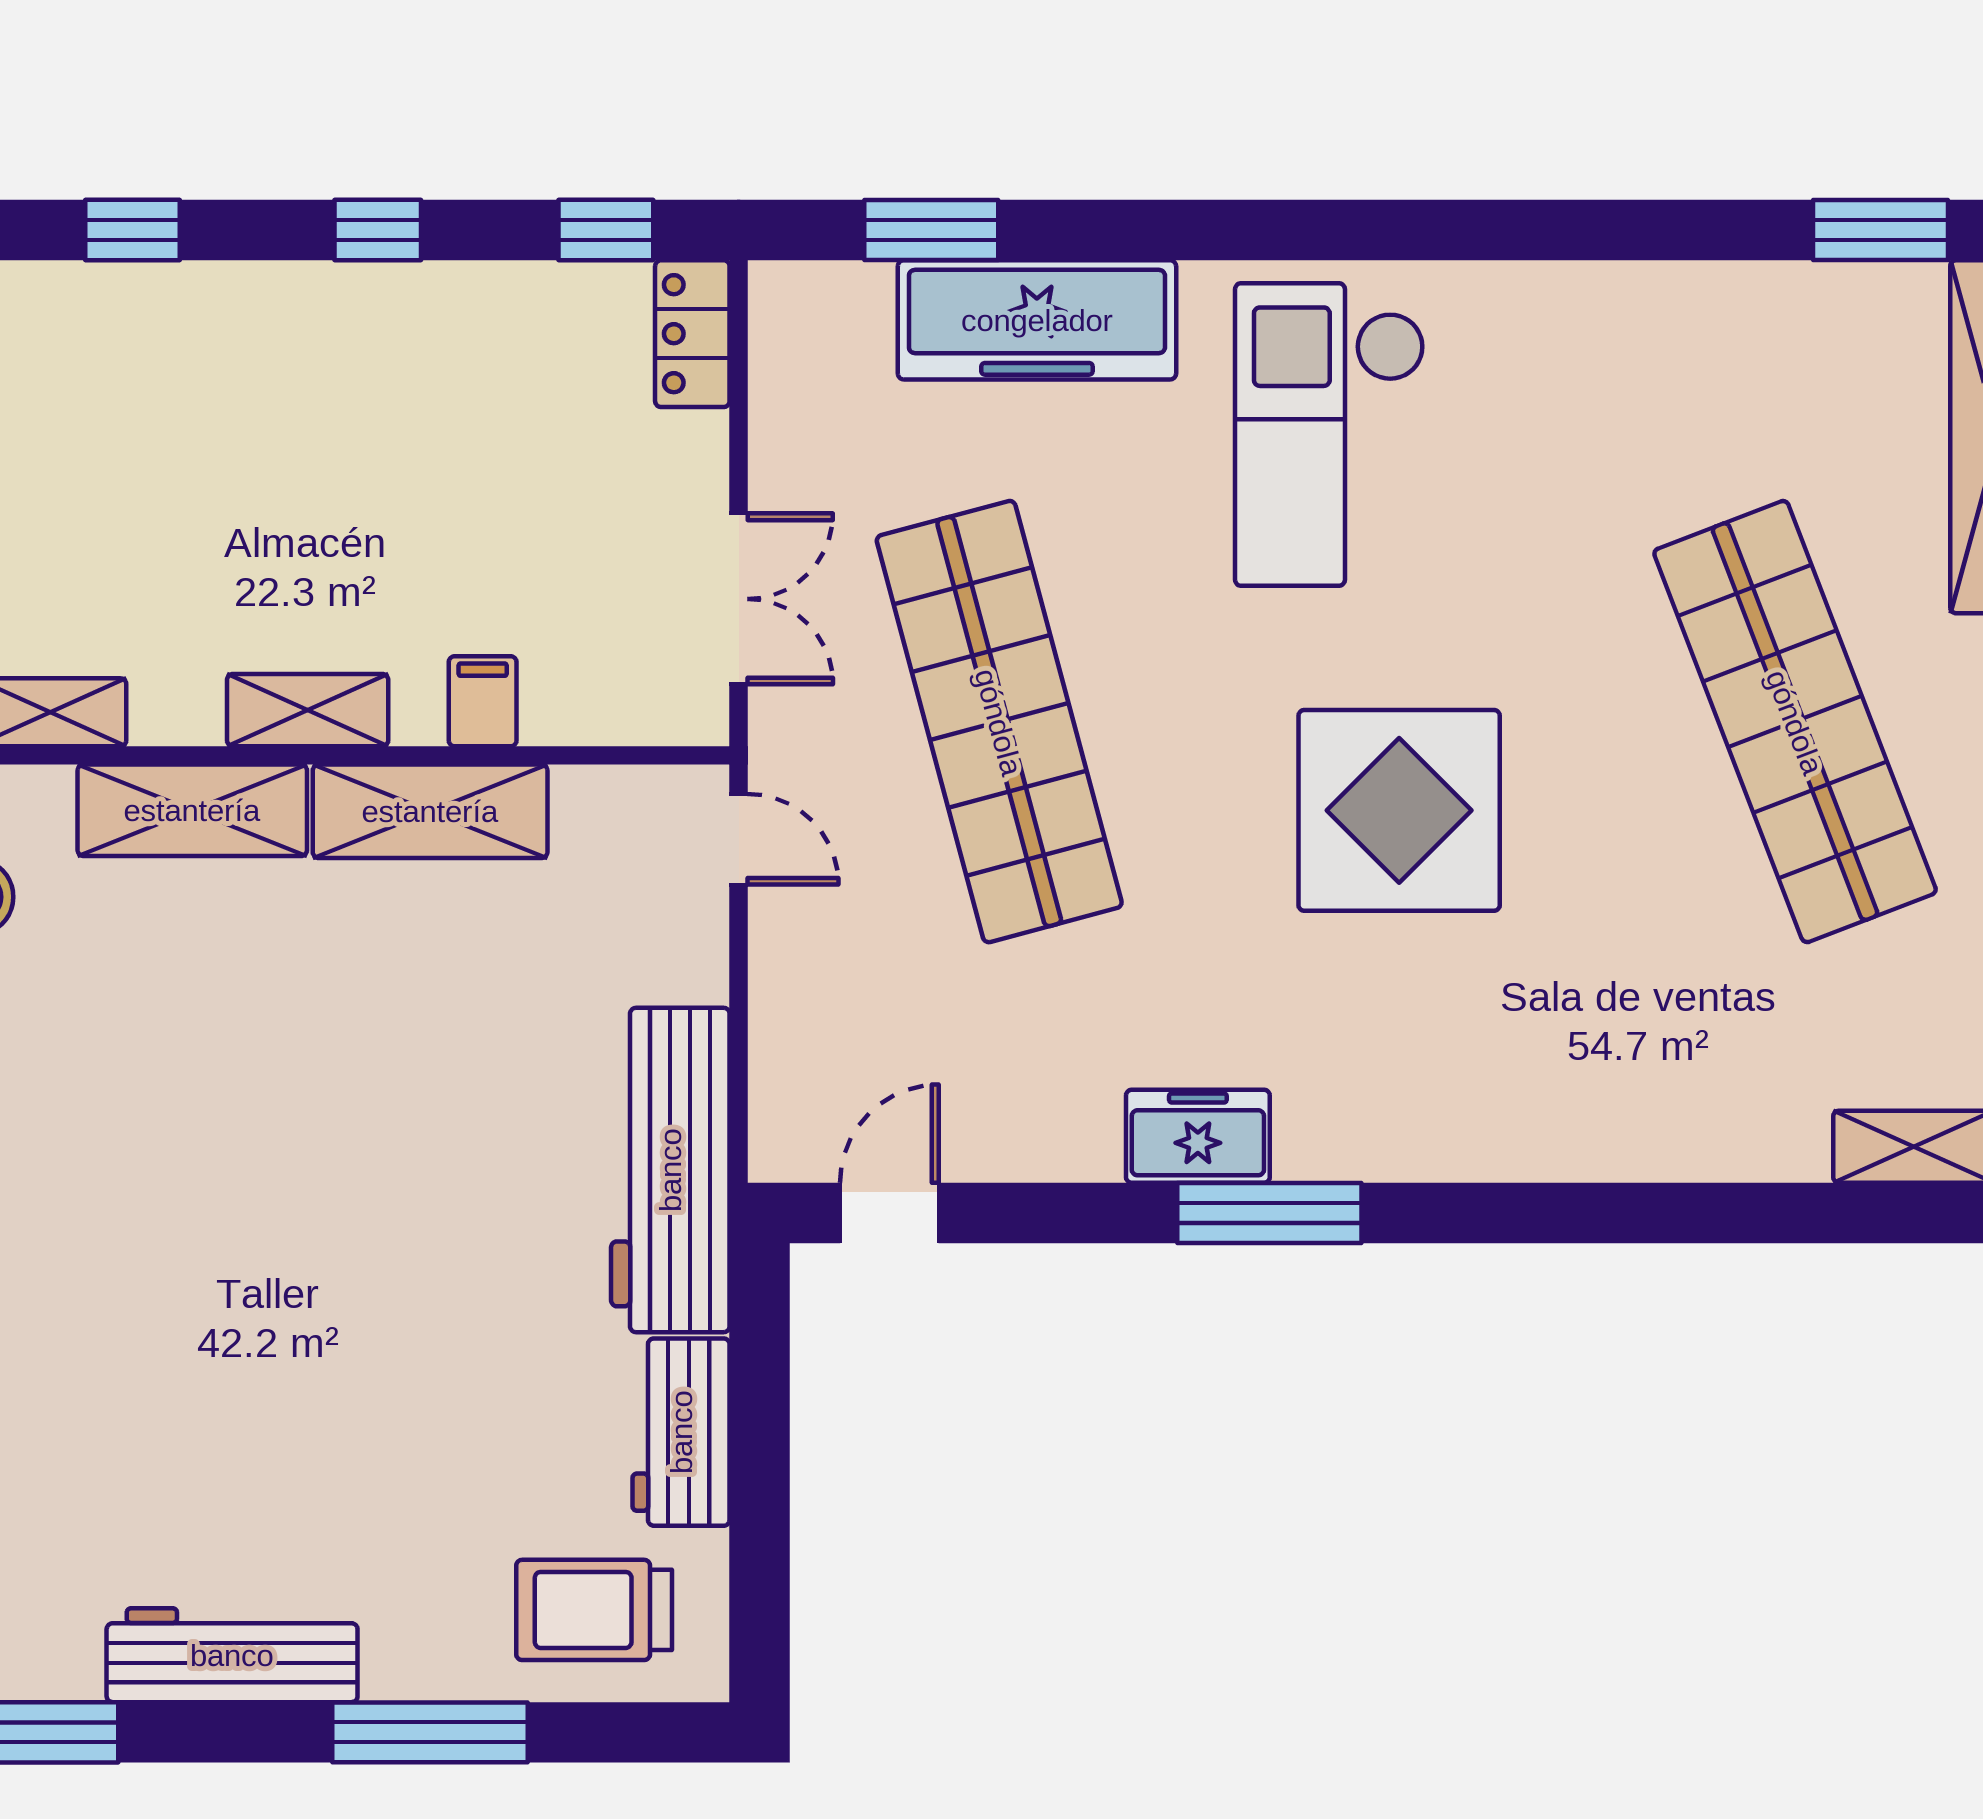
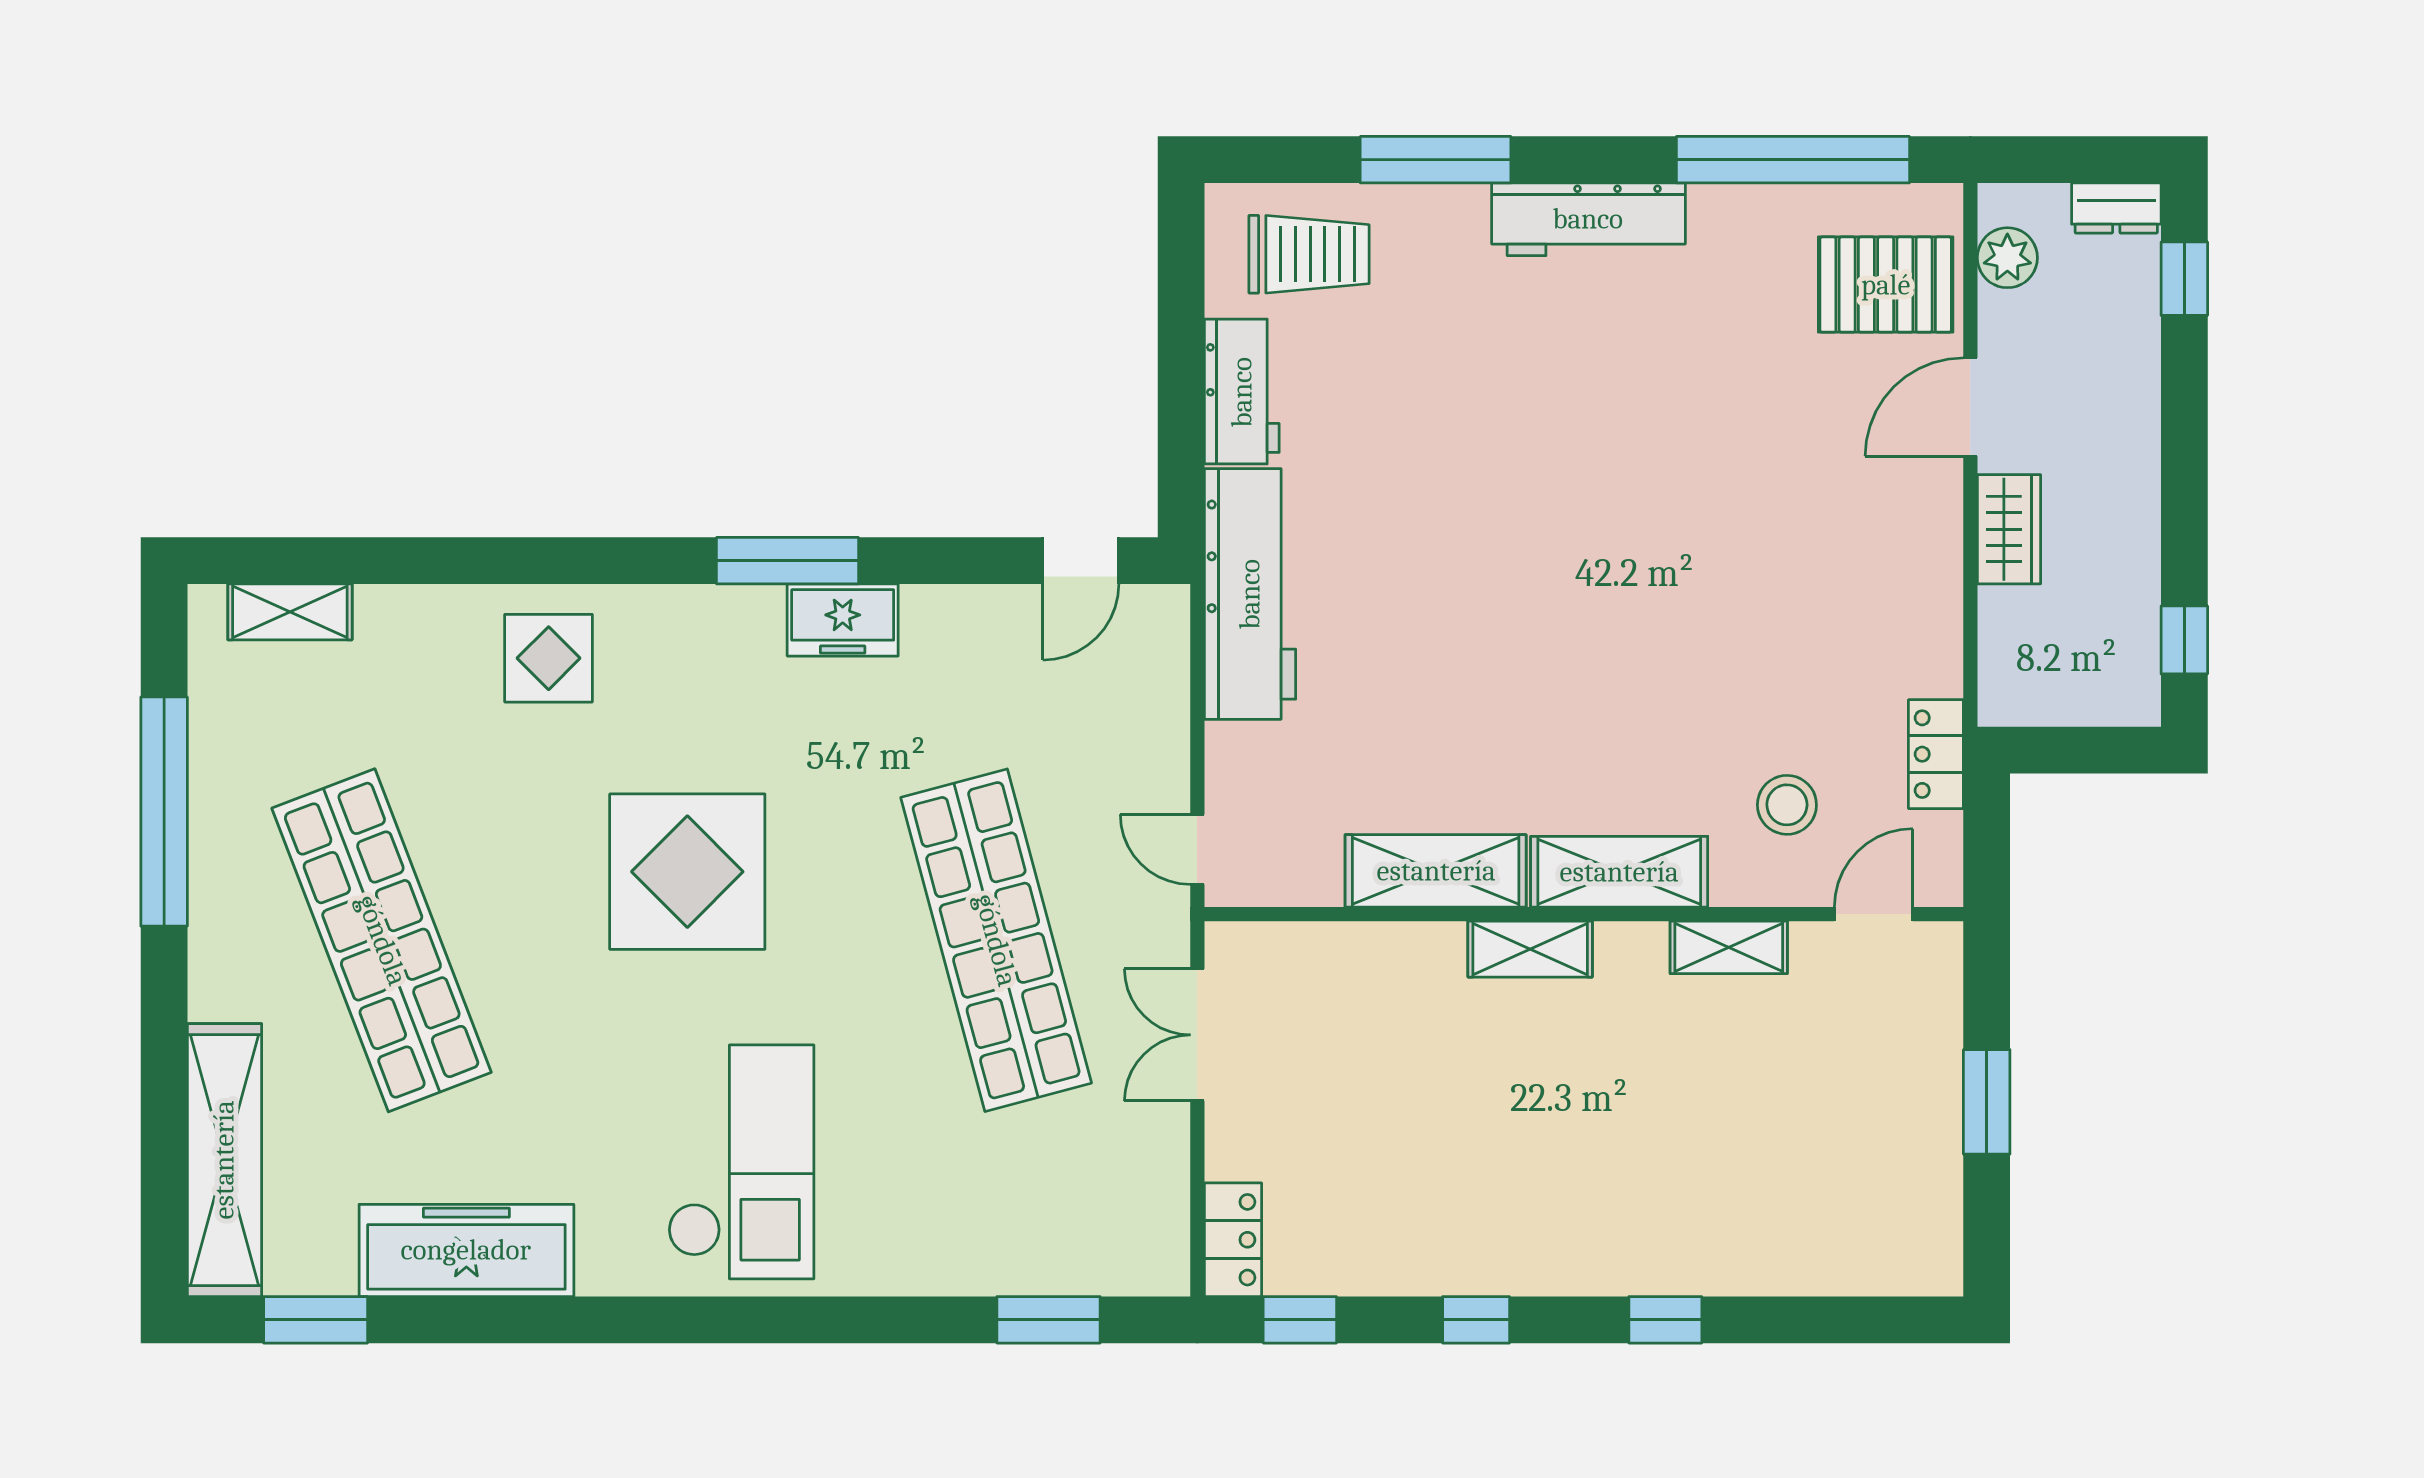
freezer: (1037, 320) -> (466, 1250), moved
filing cabinet: (483, 701) -> (1395, 956), removed
display table: (1579, 1087) -> (549, 658), added

